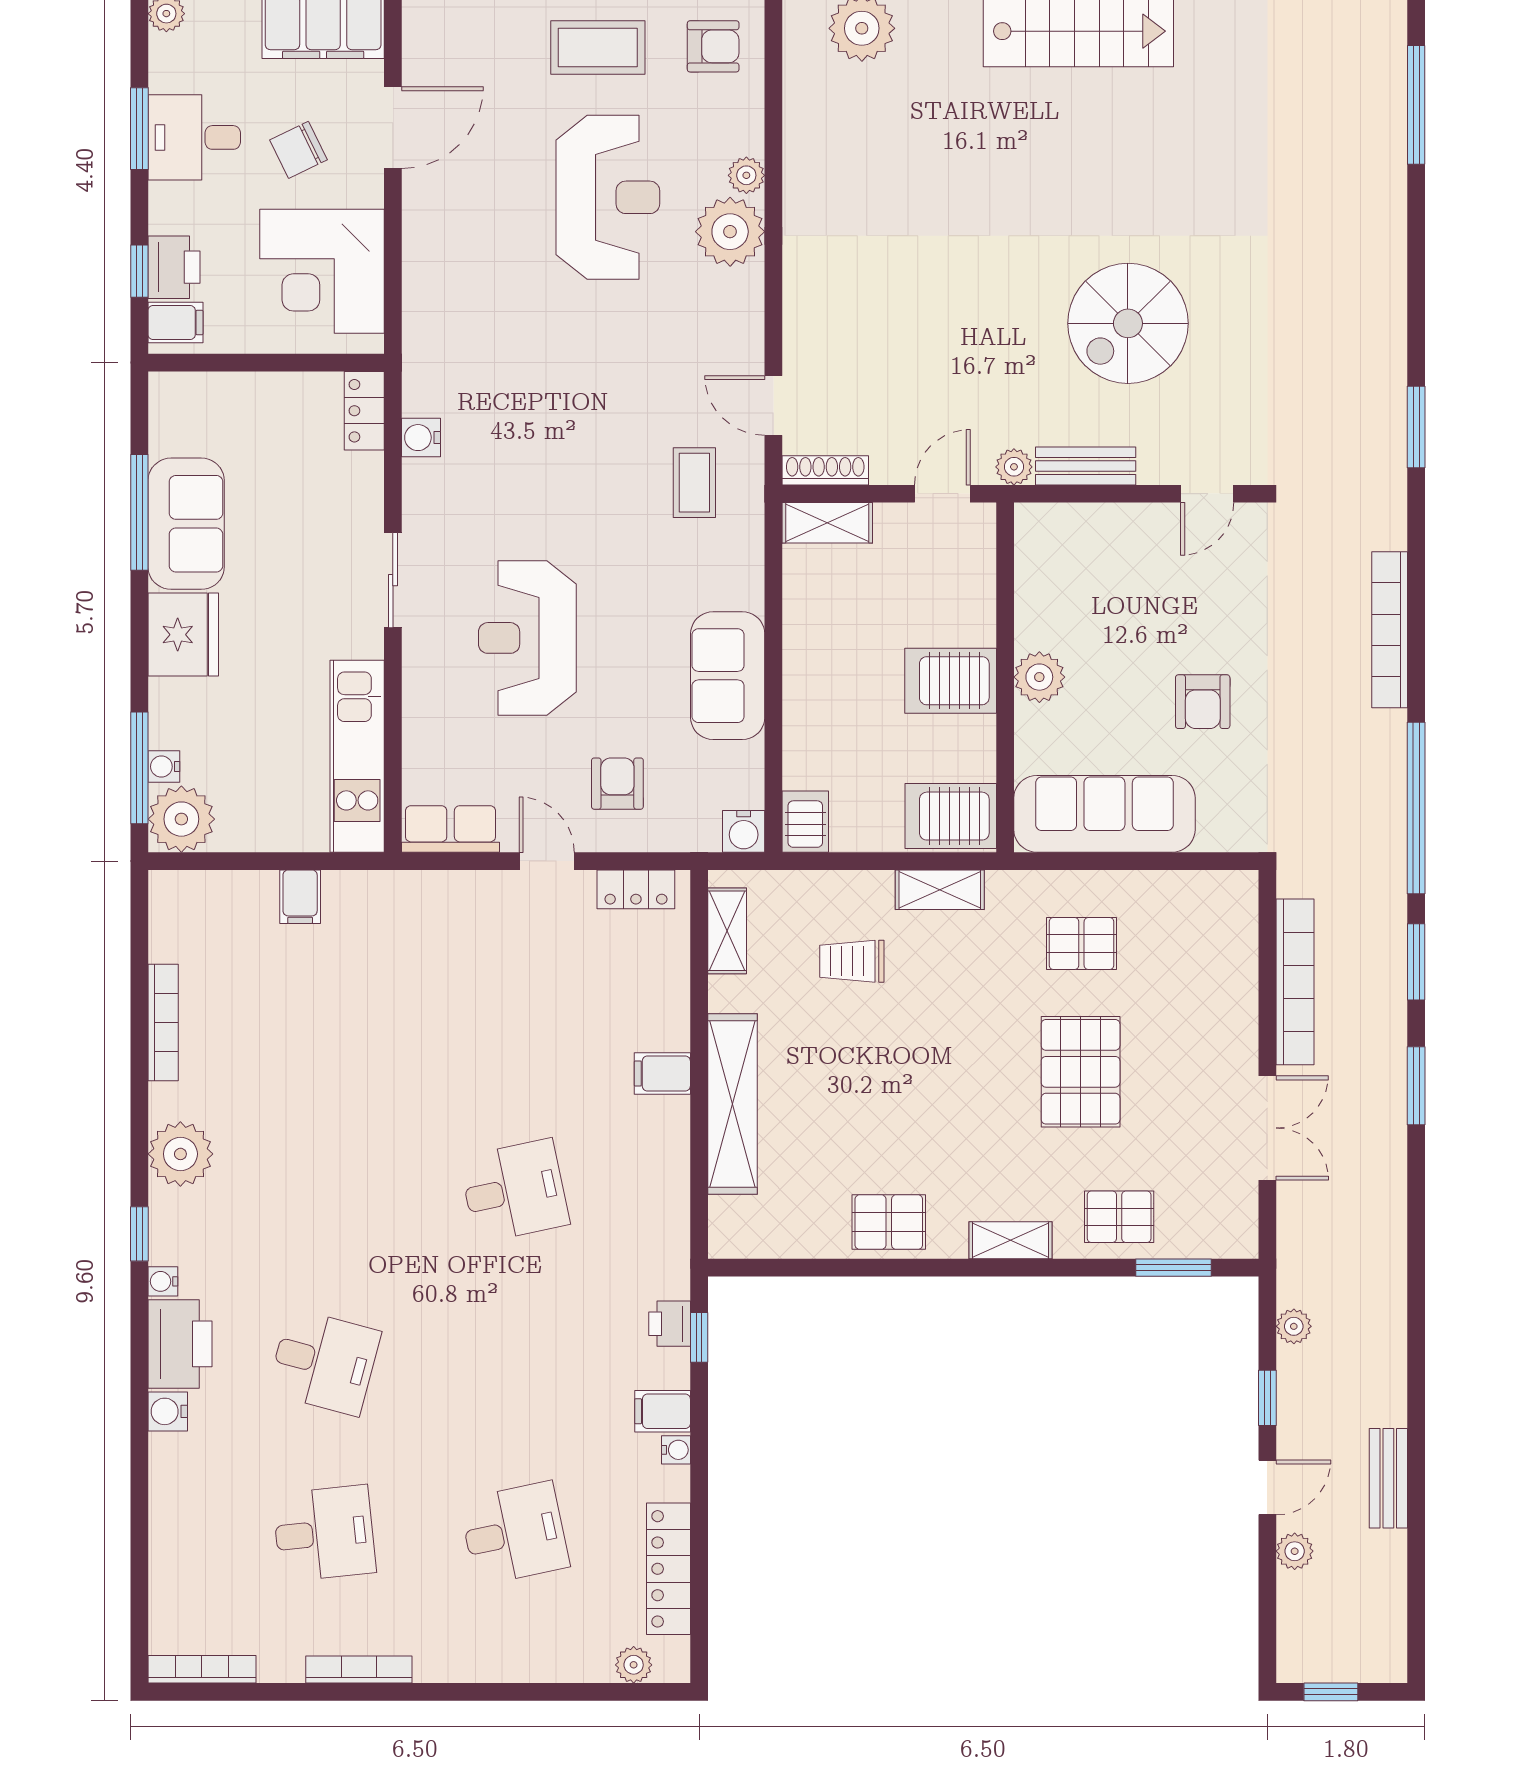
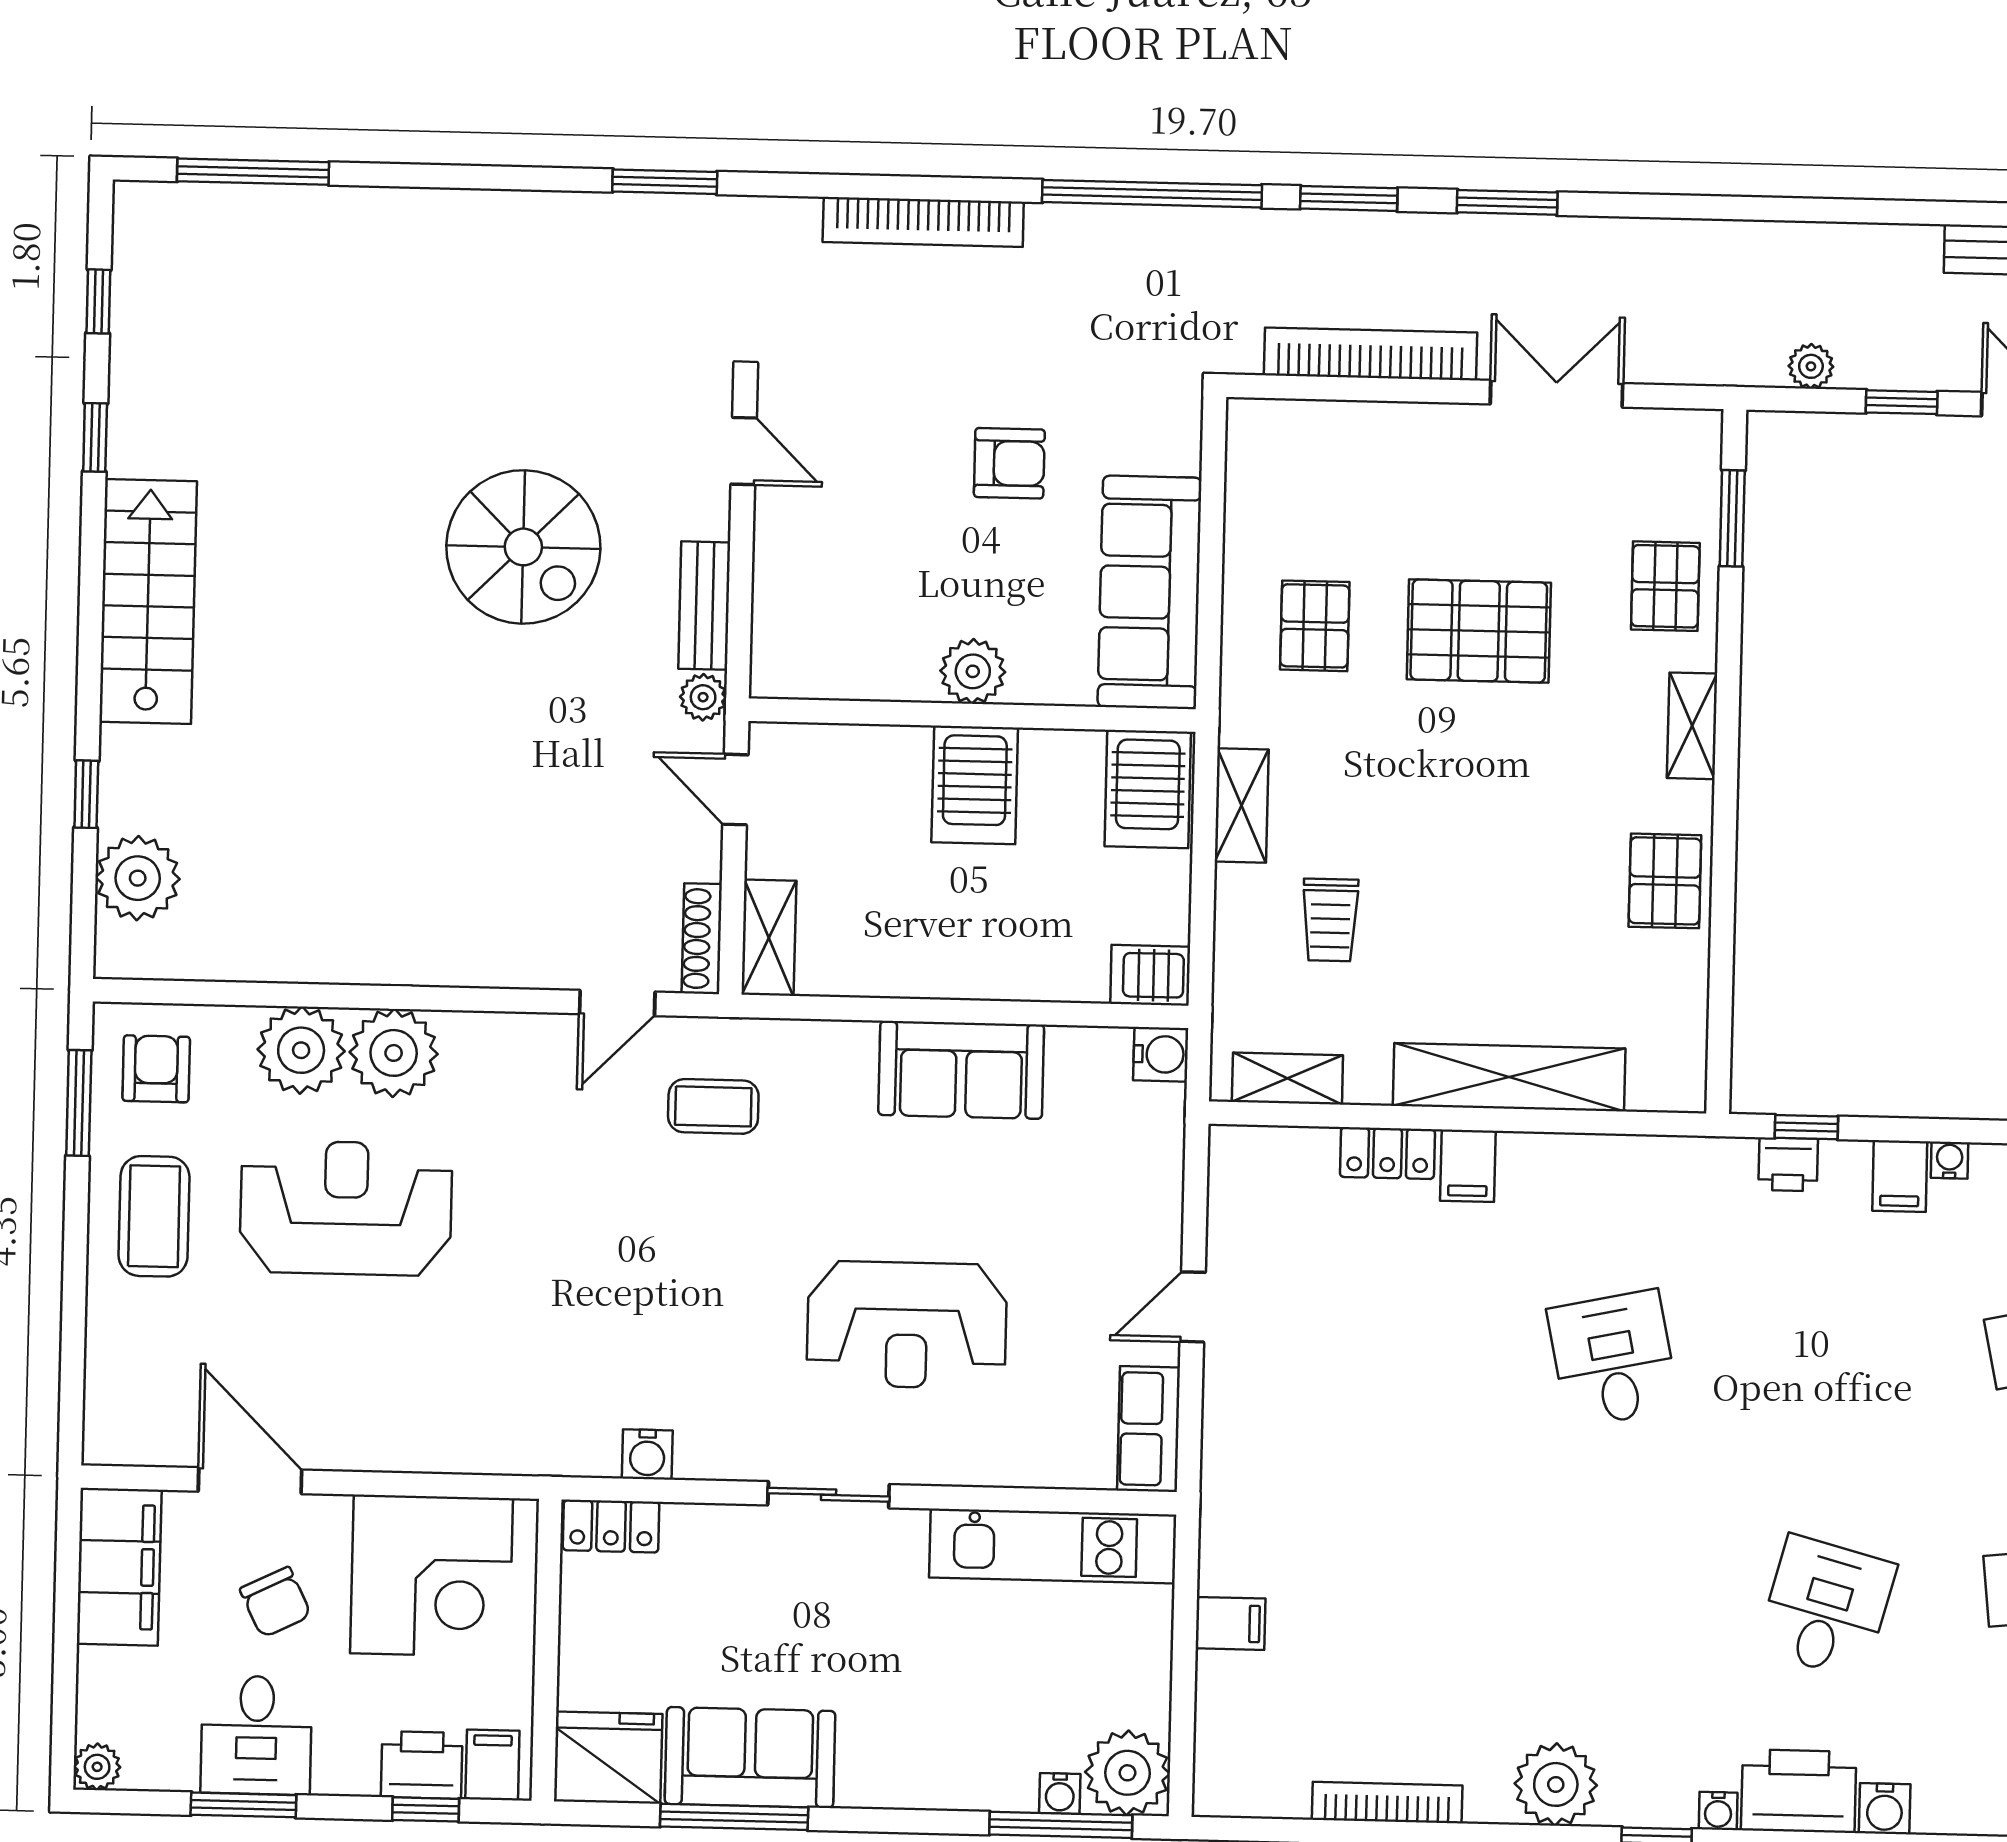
plant: (746, 175) -> (301, 1050), width x1.88, depth x1.88
fridge: (183, 635) -> (608, 1758), moved
armchair: (617, 784) -> (1096, 1214), removed
locker: (636, 889) -> (1387, 1153), moved, turned 90

